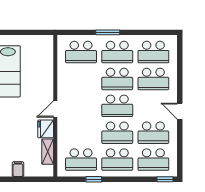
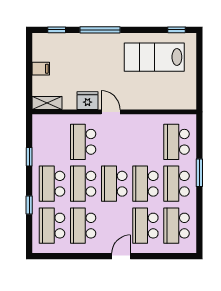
door: (180, 111) -> (121, 256), moved
shelving: (48, 152) -> (47, 103), moved
school desk: (81, 160) -> (83, 142), moved
window: (165, 179) -> (29, 205), moved

